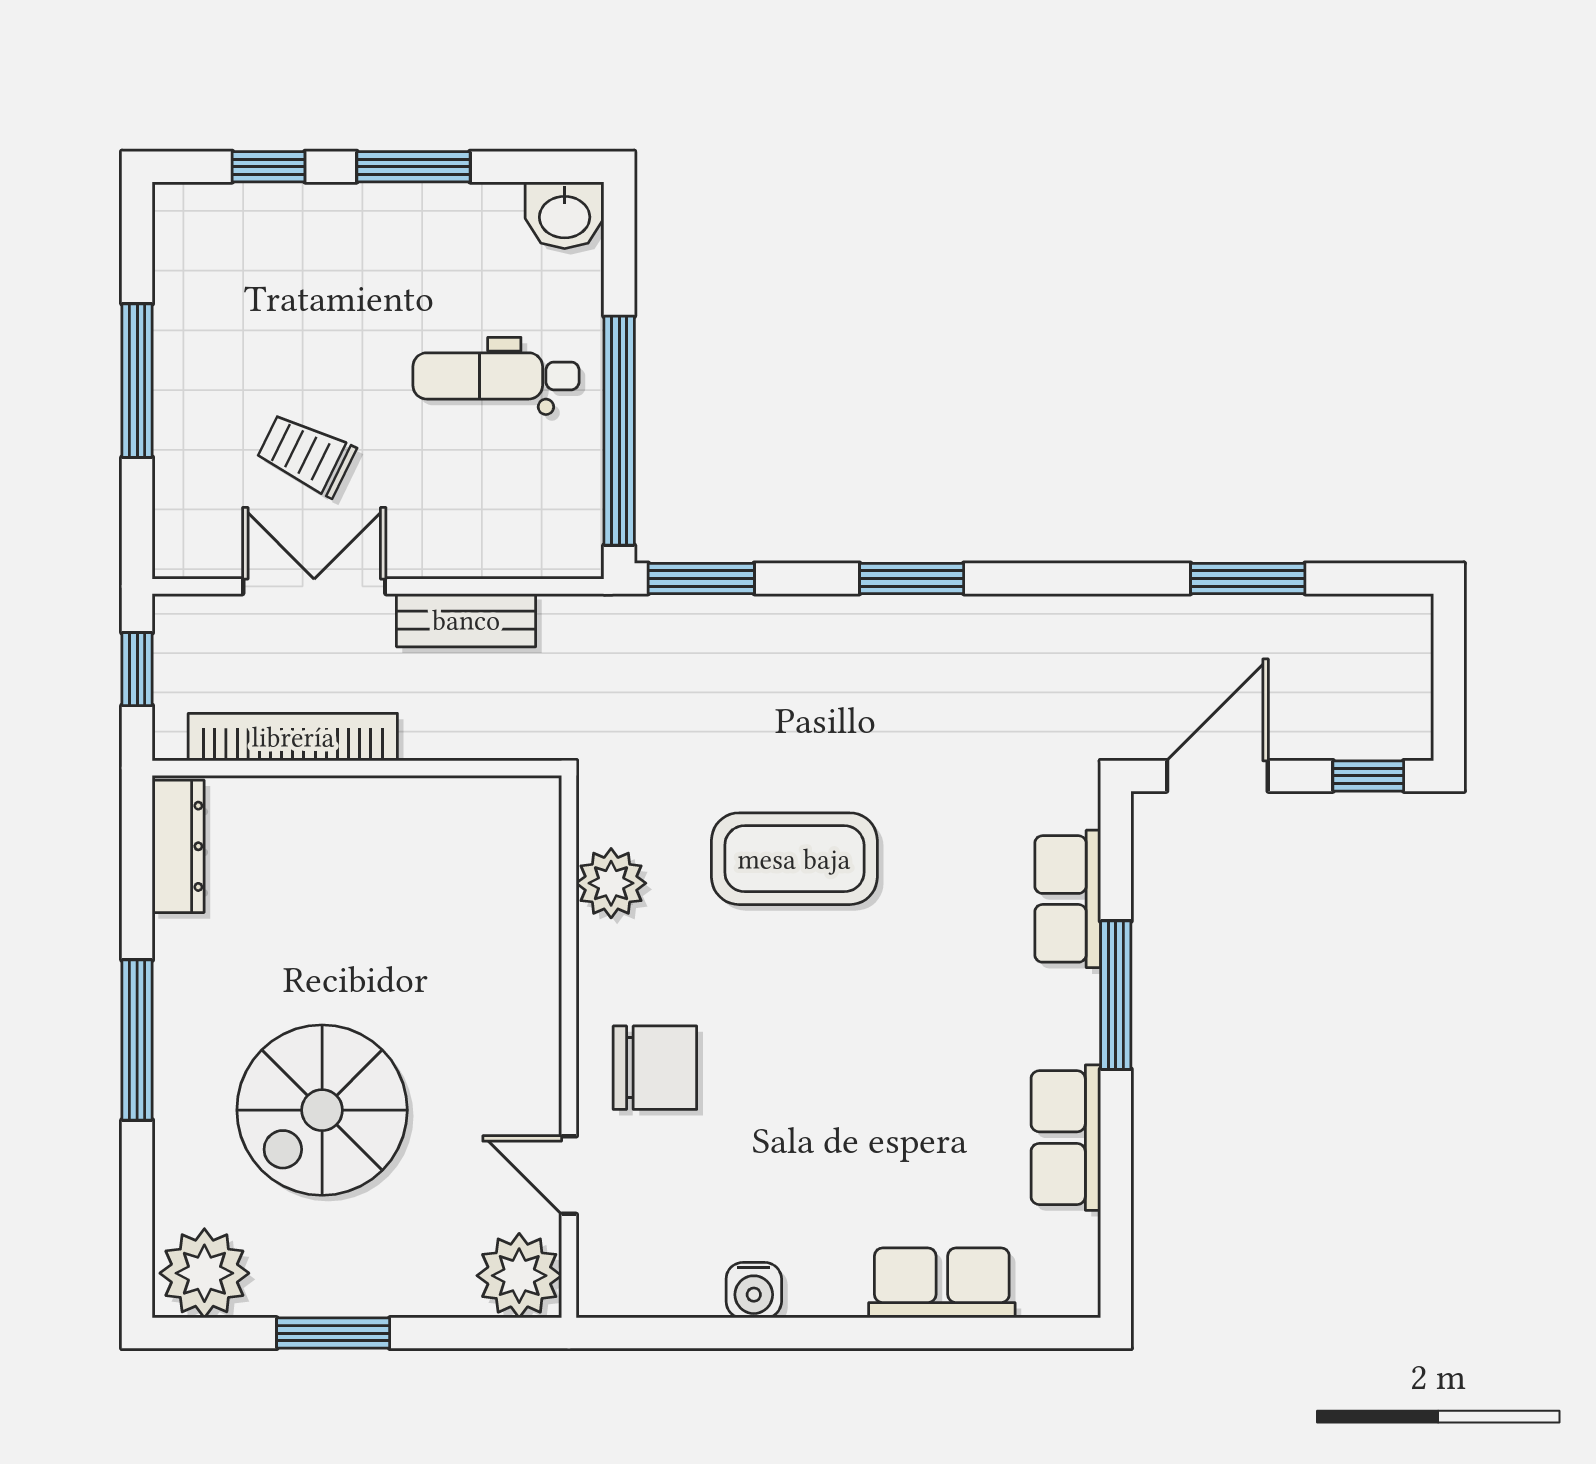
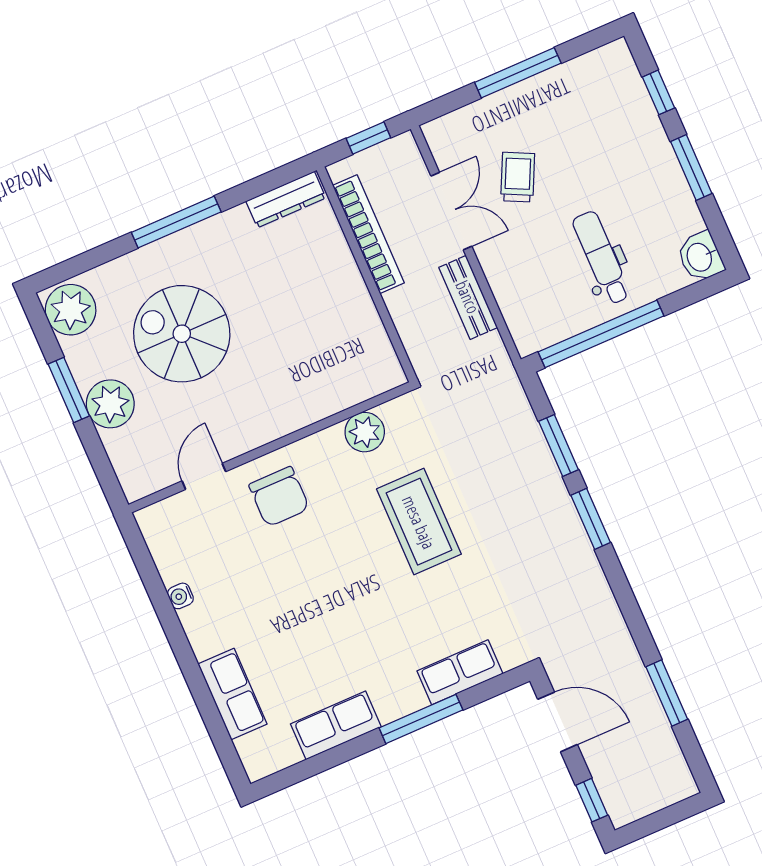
window: (701, 578) -> (559, 445), moved
plant: (519, 1276) -> (110, 404), moved
water cooler: (754, 1290) -> (180, 596), width x0.72, depth x0.72

